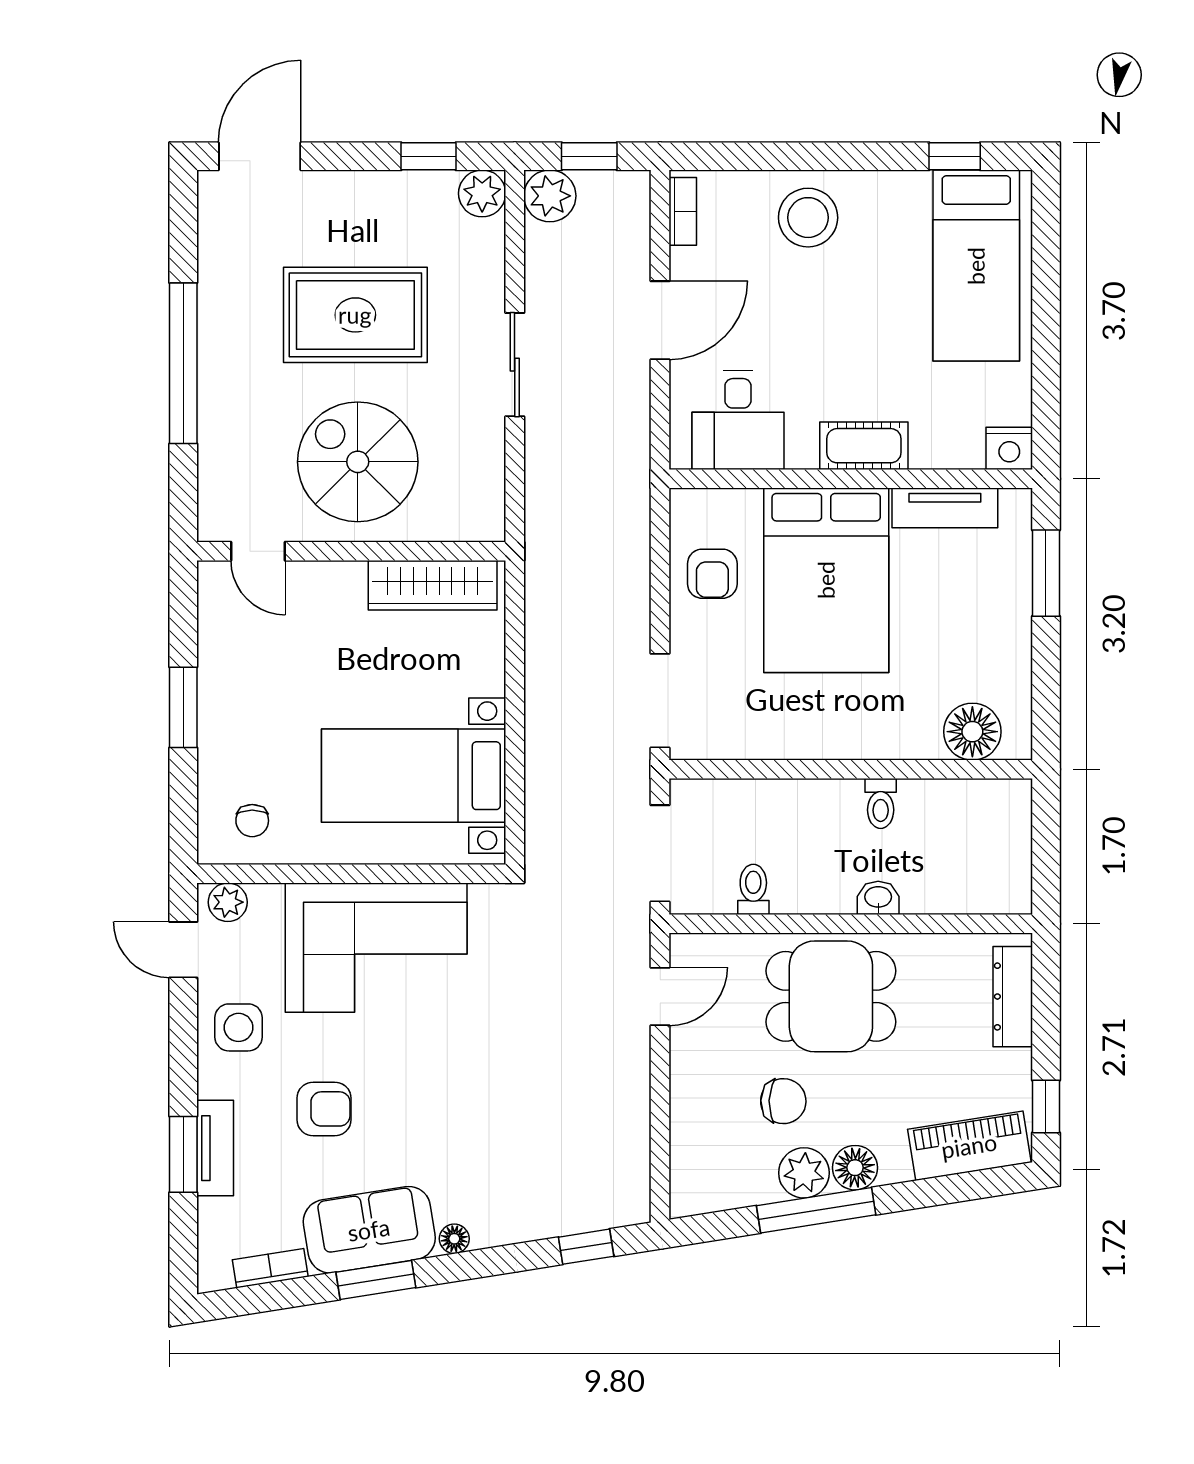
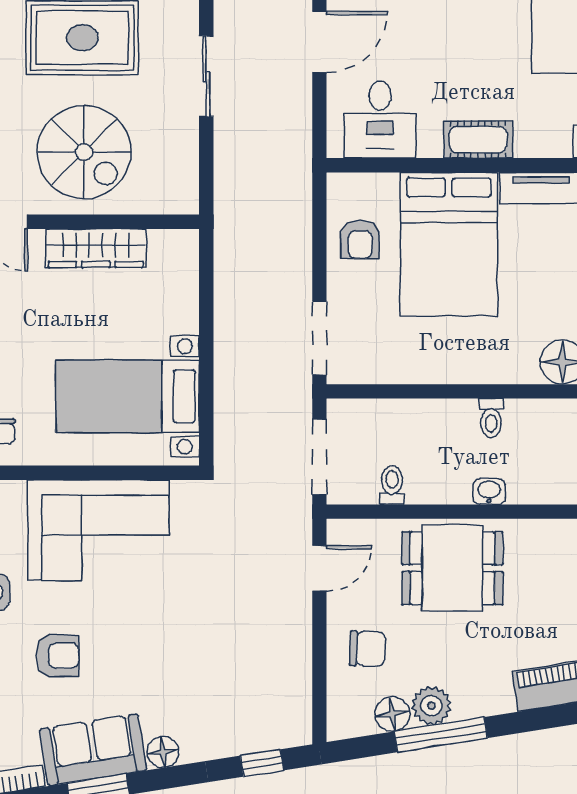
spiral stairs: (358, 462) -> (84, 152), turned 180
wardrobe: (433, 585) -> (96, 248), moved
chair: (783, 1101) -> (367, 649), moved
floor lamp: (855, 1168) -> (392, 714), moved
floor lamp: (454, 1239) -> (163, 752), width x1.37, depth x1.37

